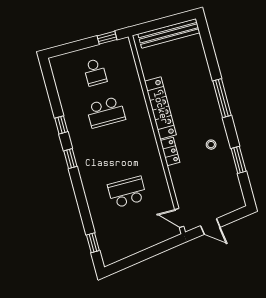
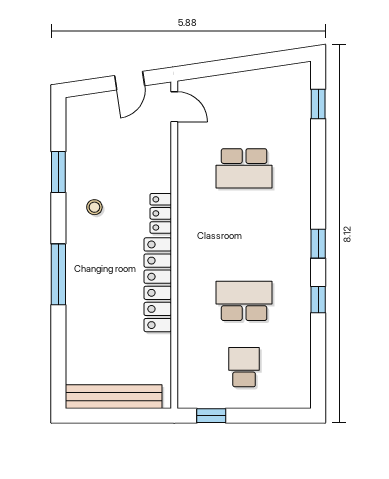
door: (210, 226) -> (130, 81), swing flipped

